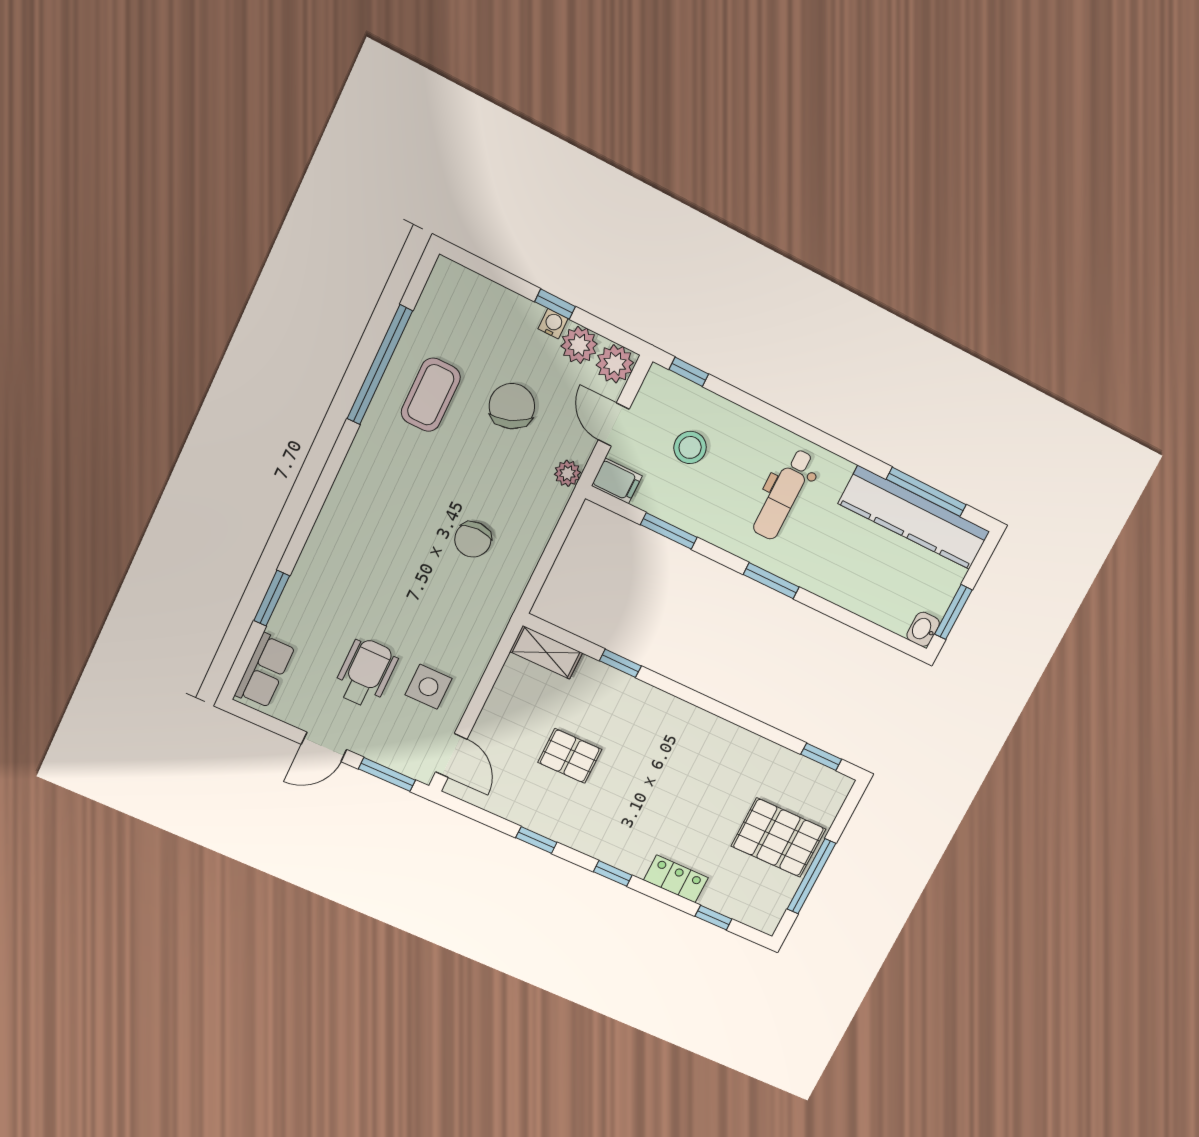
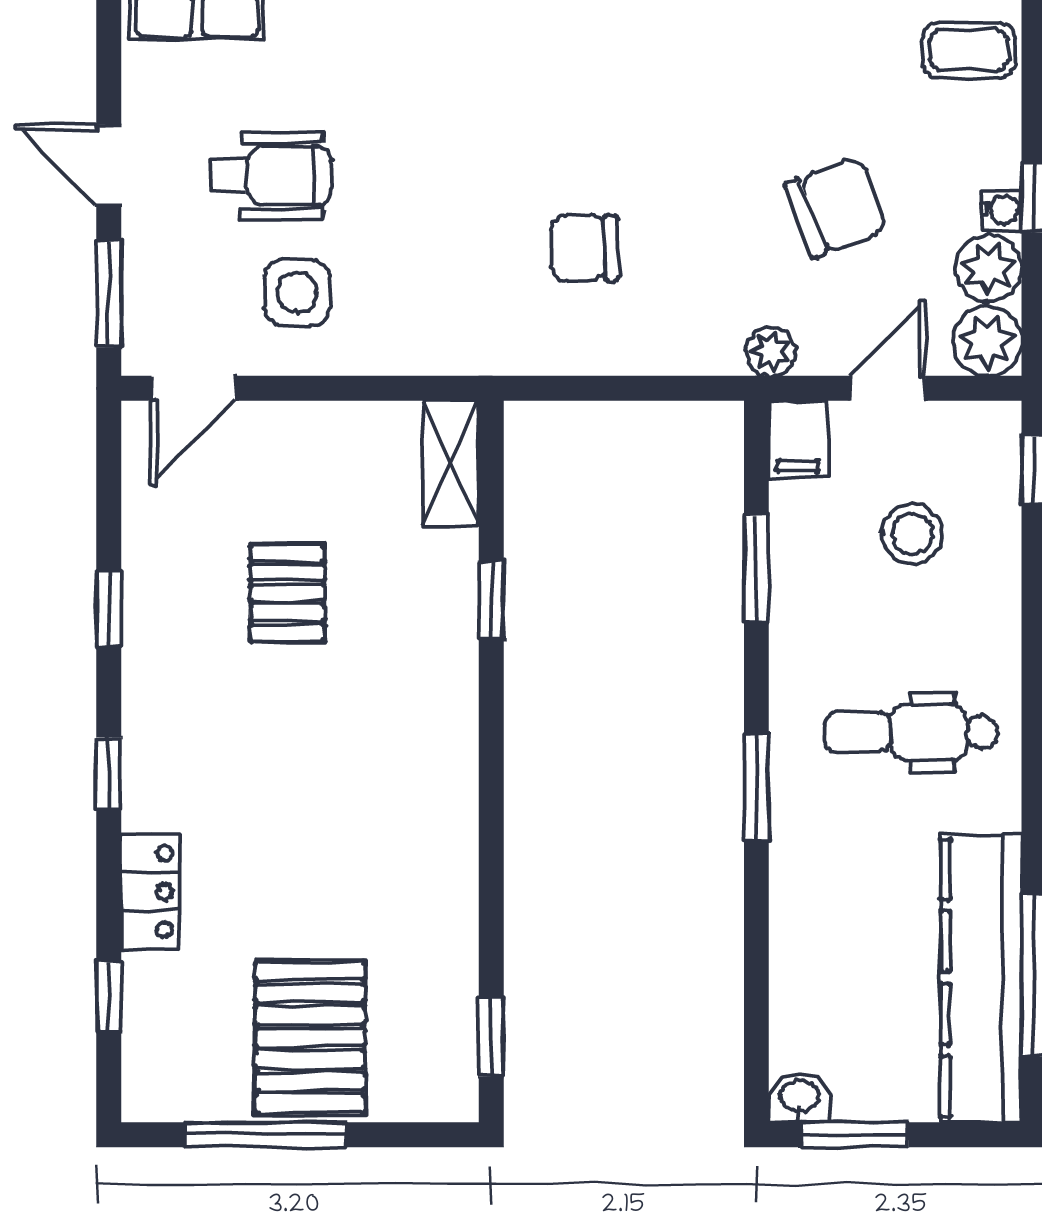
coffee table: (431, 395) -> (969, 50), moved, width x0.73, depth x0.77

